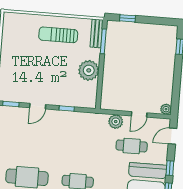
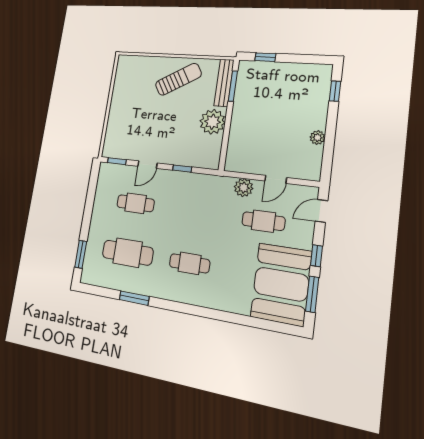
bench: (96, 33) -> (224, 83), width x1.36
sun lounger: (58, 35) -> (178, 79), turned 149
plant: (166, 109) -> (317, 138), moved
cafe table: (30, 138) -> (136, 203), added

